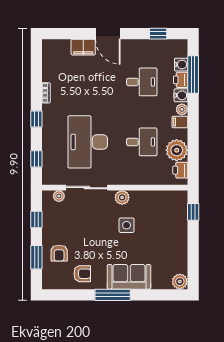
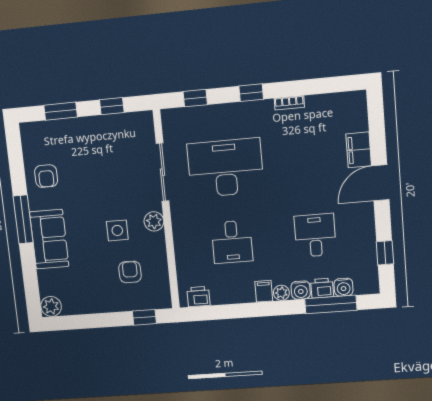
desk: (142, 82) -> (315, 235), turned 180
plant: (177, 150) -> (225, 290), removed
plant: (59, 196) -> (147, 135), removed
armchair: (59, 253) -> (130, 272), moved, turned 90

